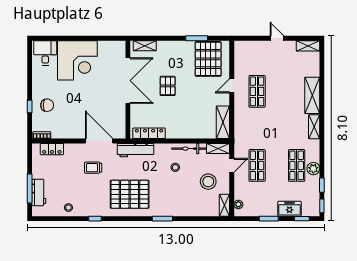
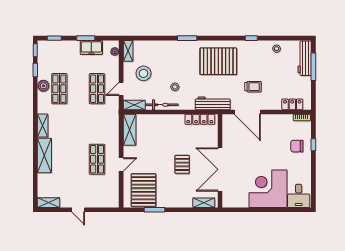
workbench: (39, 192) -> (305, 58), width x1.38
freezer: (289, 209) -> (91, 47), moved

